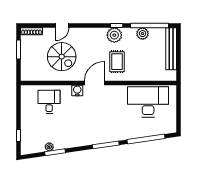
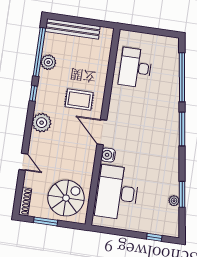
plant: (114, 35) -> (42, 123), moved
spiral stairs: (62, 57) -> (66, 198), moved
desk: (49, 102) -> (117, 193), width x1.87, depth x1.30
desk: (148, 102) -> (136, 68), width x0.73, depth x0.77

